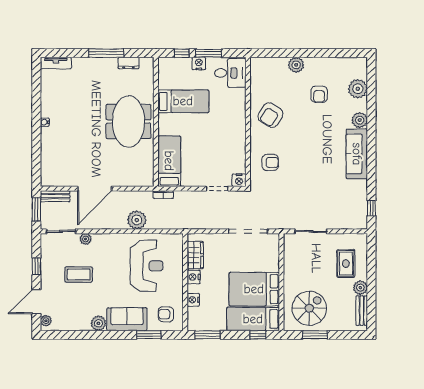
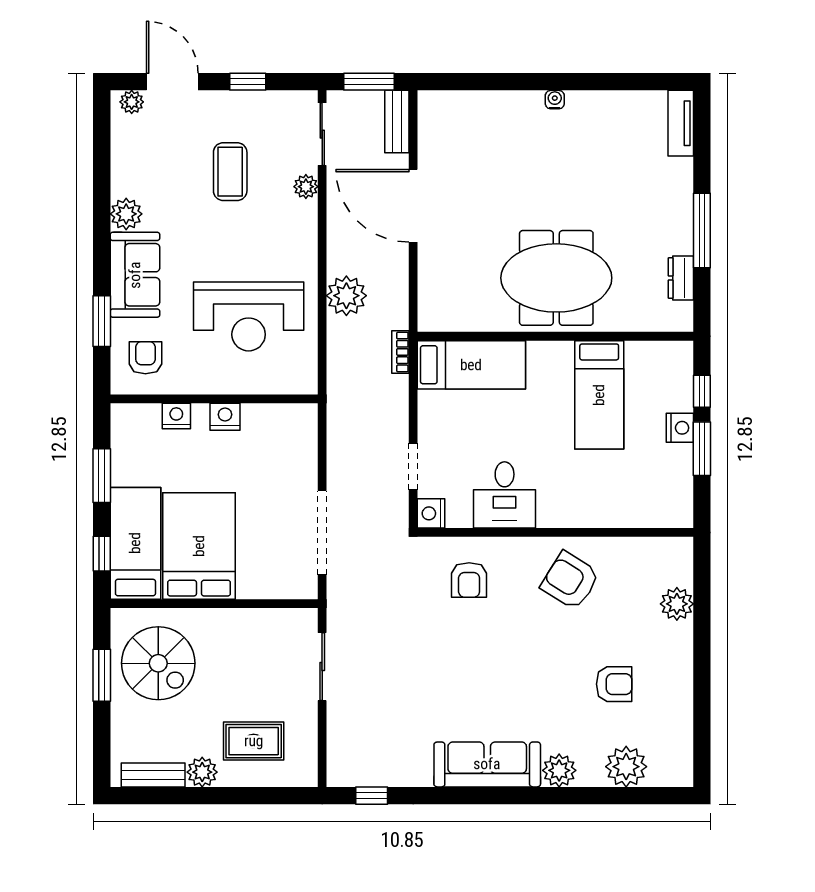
plant: (296, 65) -> (677, 604), moved
desk: (230, 73) -> (505, 495), moved
armchair: (319, 94) -> (614, 684), turned 180
wardrobe: (195, 255) -> (272, 420), removed
window: (208, 335) -> (102, 476), moved

